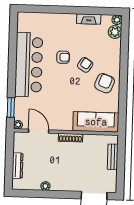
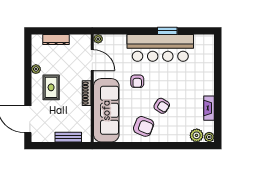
armchair: (63, 57) -> (137, 81), moved
window: (11, 107) -> (167, 31), moved
sofa: (96, 122) -> (106, 110), width x1.36, depth x1.27
door: (39, 131) -> (92, 60), hinge flipped
rug: (64, 172) -> (51, 87), added

